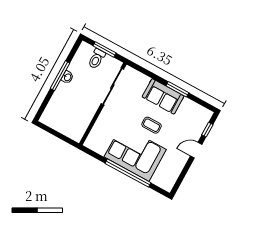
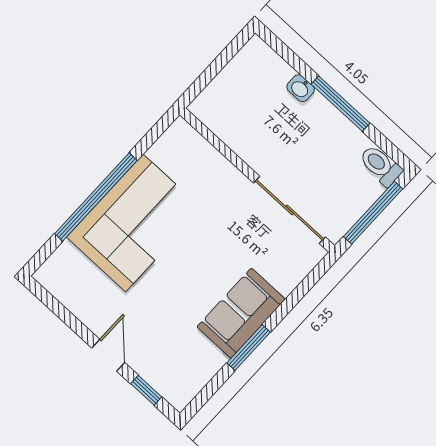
window: (105, 49) -> (373, 213), width x1.44
toilet: (97, 59) -> (381, 165), moved
washbasin: (67, 77) -> (301, 88), moved
coffee table: (152, 125) -> (186, 273), removed

